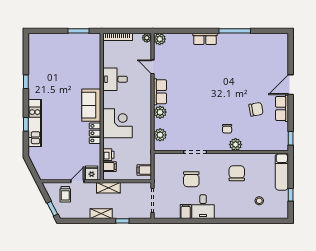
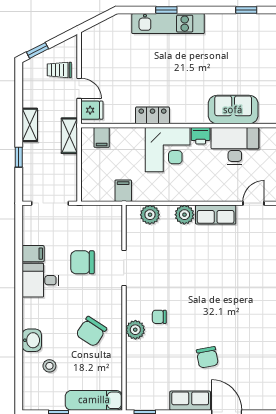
desk: (115, 79) -> (235, 146), width x1.37
window: (26, 82) -> (246, 10), moved
sofa: (91, 105) -> (233, 110), moved
chair: (256, 109) -> (207, 357), moved
printer: (108, 155) -> (201, 136), moved
filing cabinet: (144, 170) -> (123, 191), moved
chair: (237, 173) -> (91, 332), turned 123
washbasin: (242, 212) -> (32, 340), added

